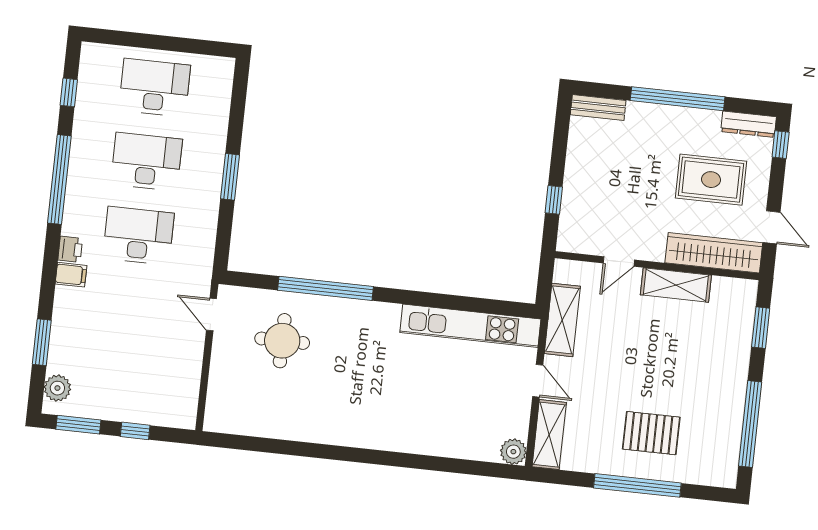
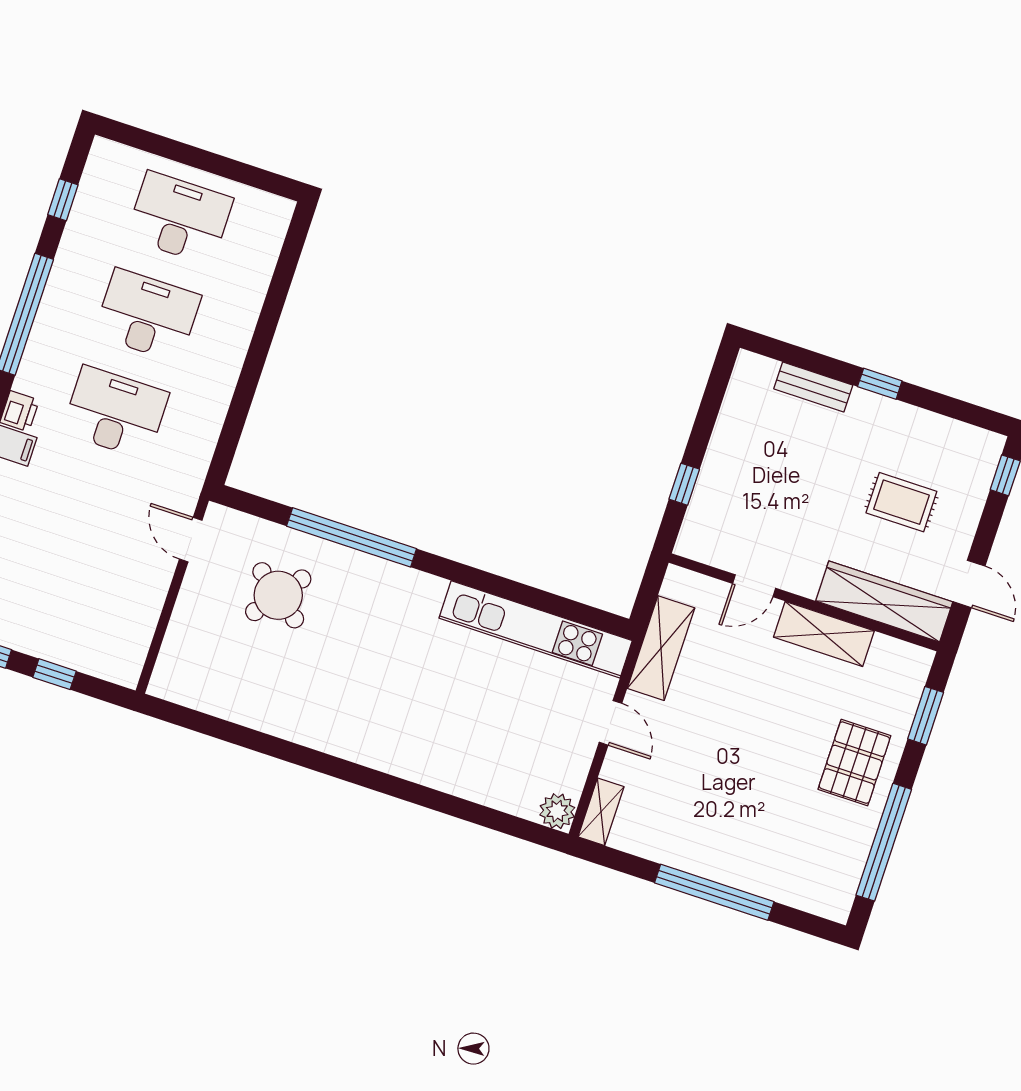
window: (678, 99) -> (880, 384), width x0.32
bench: (598, 108) -> (813, 387), moved
dresser: (749, 124) -> (968, 439), removed
window: (230, 177) -> (255, 360), removed
rug: (711, 180) -> (901, 502), width x0.73, depth x0.70
round table: (282, 341) -> (278, 595), turned 37
pallet: (651, 433) -> (854, 763), moved, turned 90
shelving: (549, 435) -> (601, 812), width x0.67, depth x0.75

